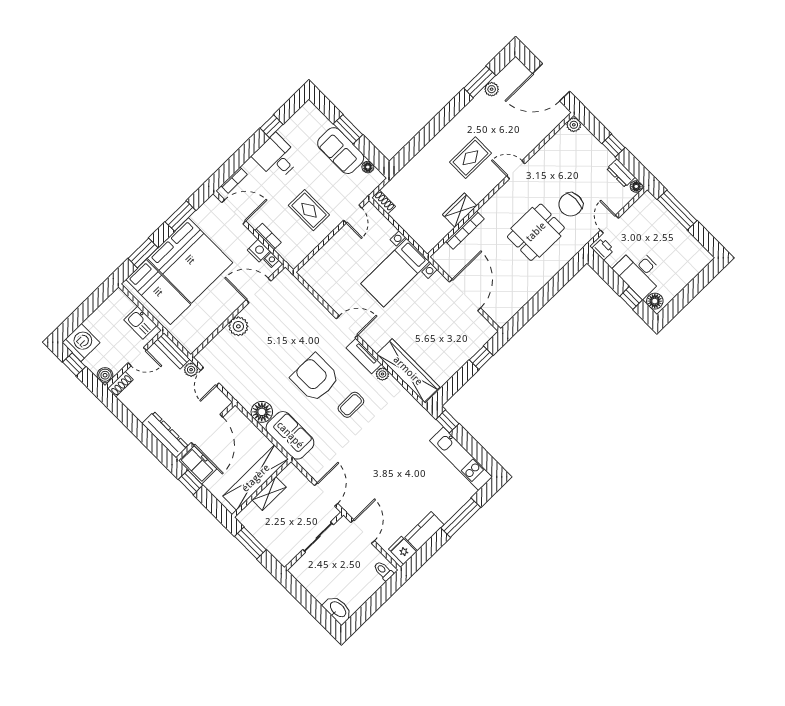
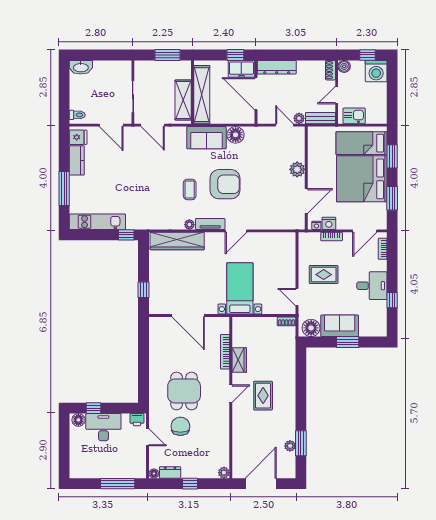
floor lamp: (368, 167) -> (311, 328), width x1.89, depth x1.89
door: (516, 170) -> (231, 394), moved
shelving: (269, 494) -> (183, 100), width x1.50, depth x1.33

